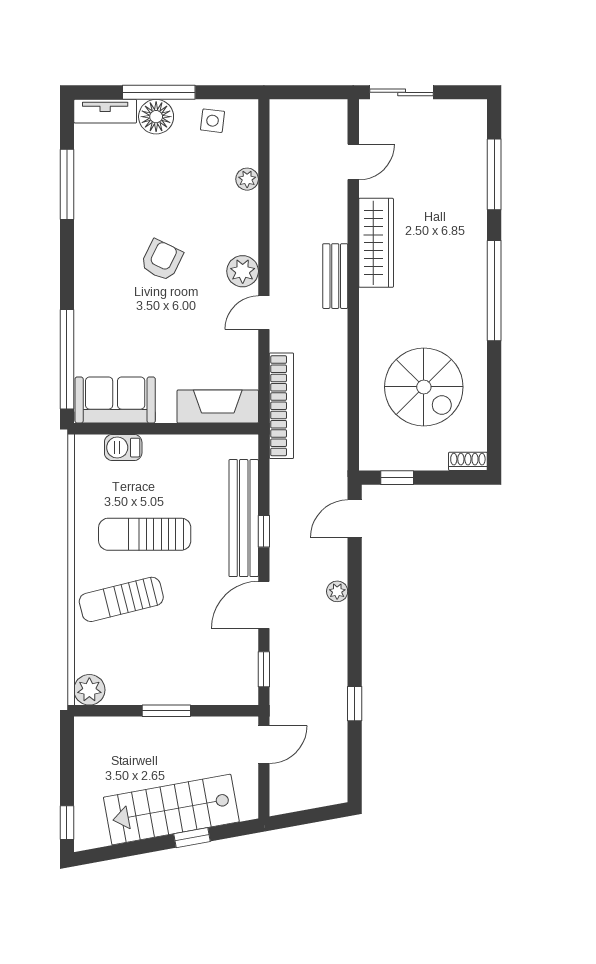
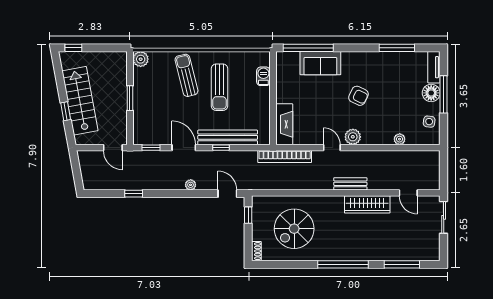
sofa: (115, 400) -> (320, 63), moved, turned 90
sun lounger: (145, 534) -> (219, 87), turned 180

